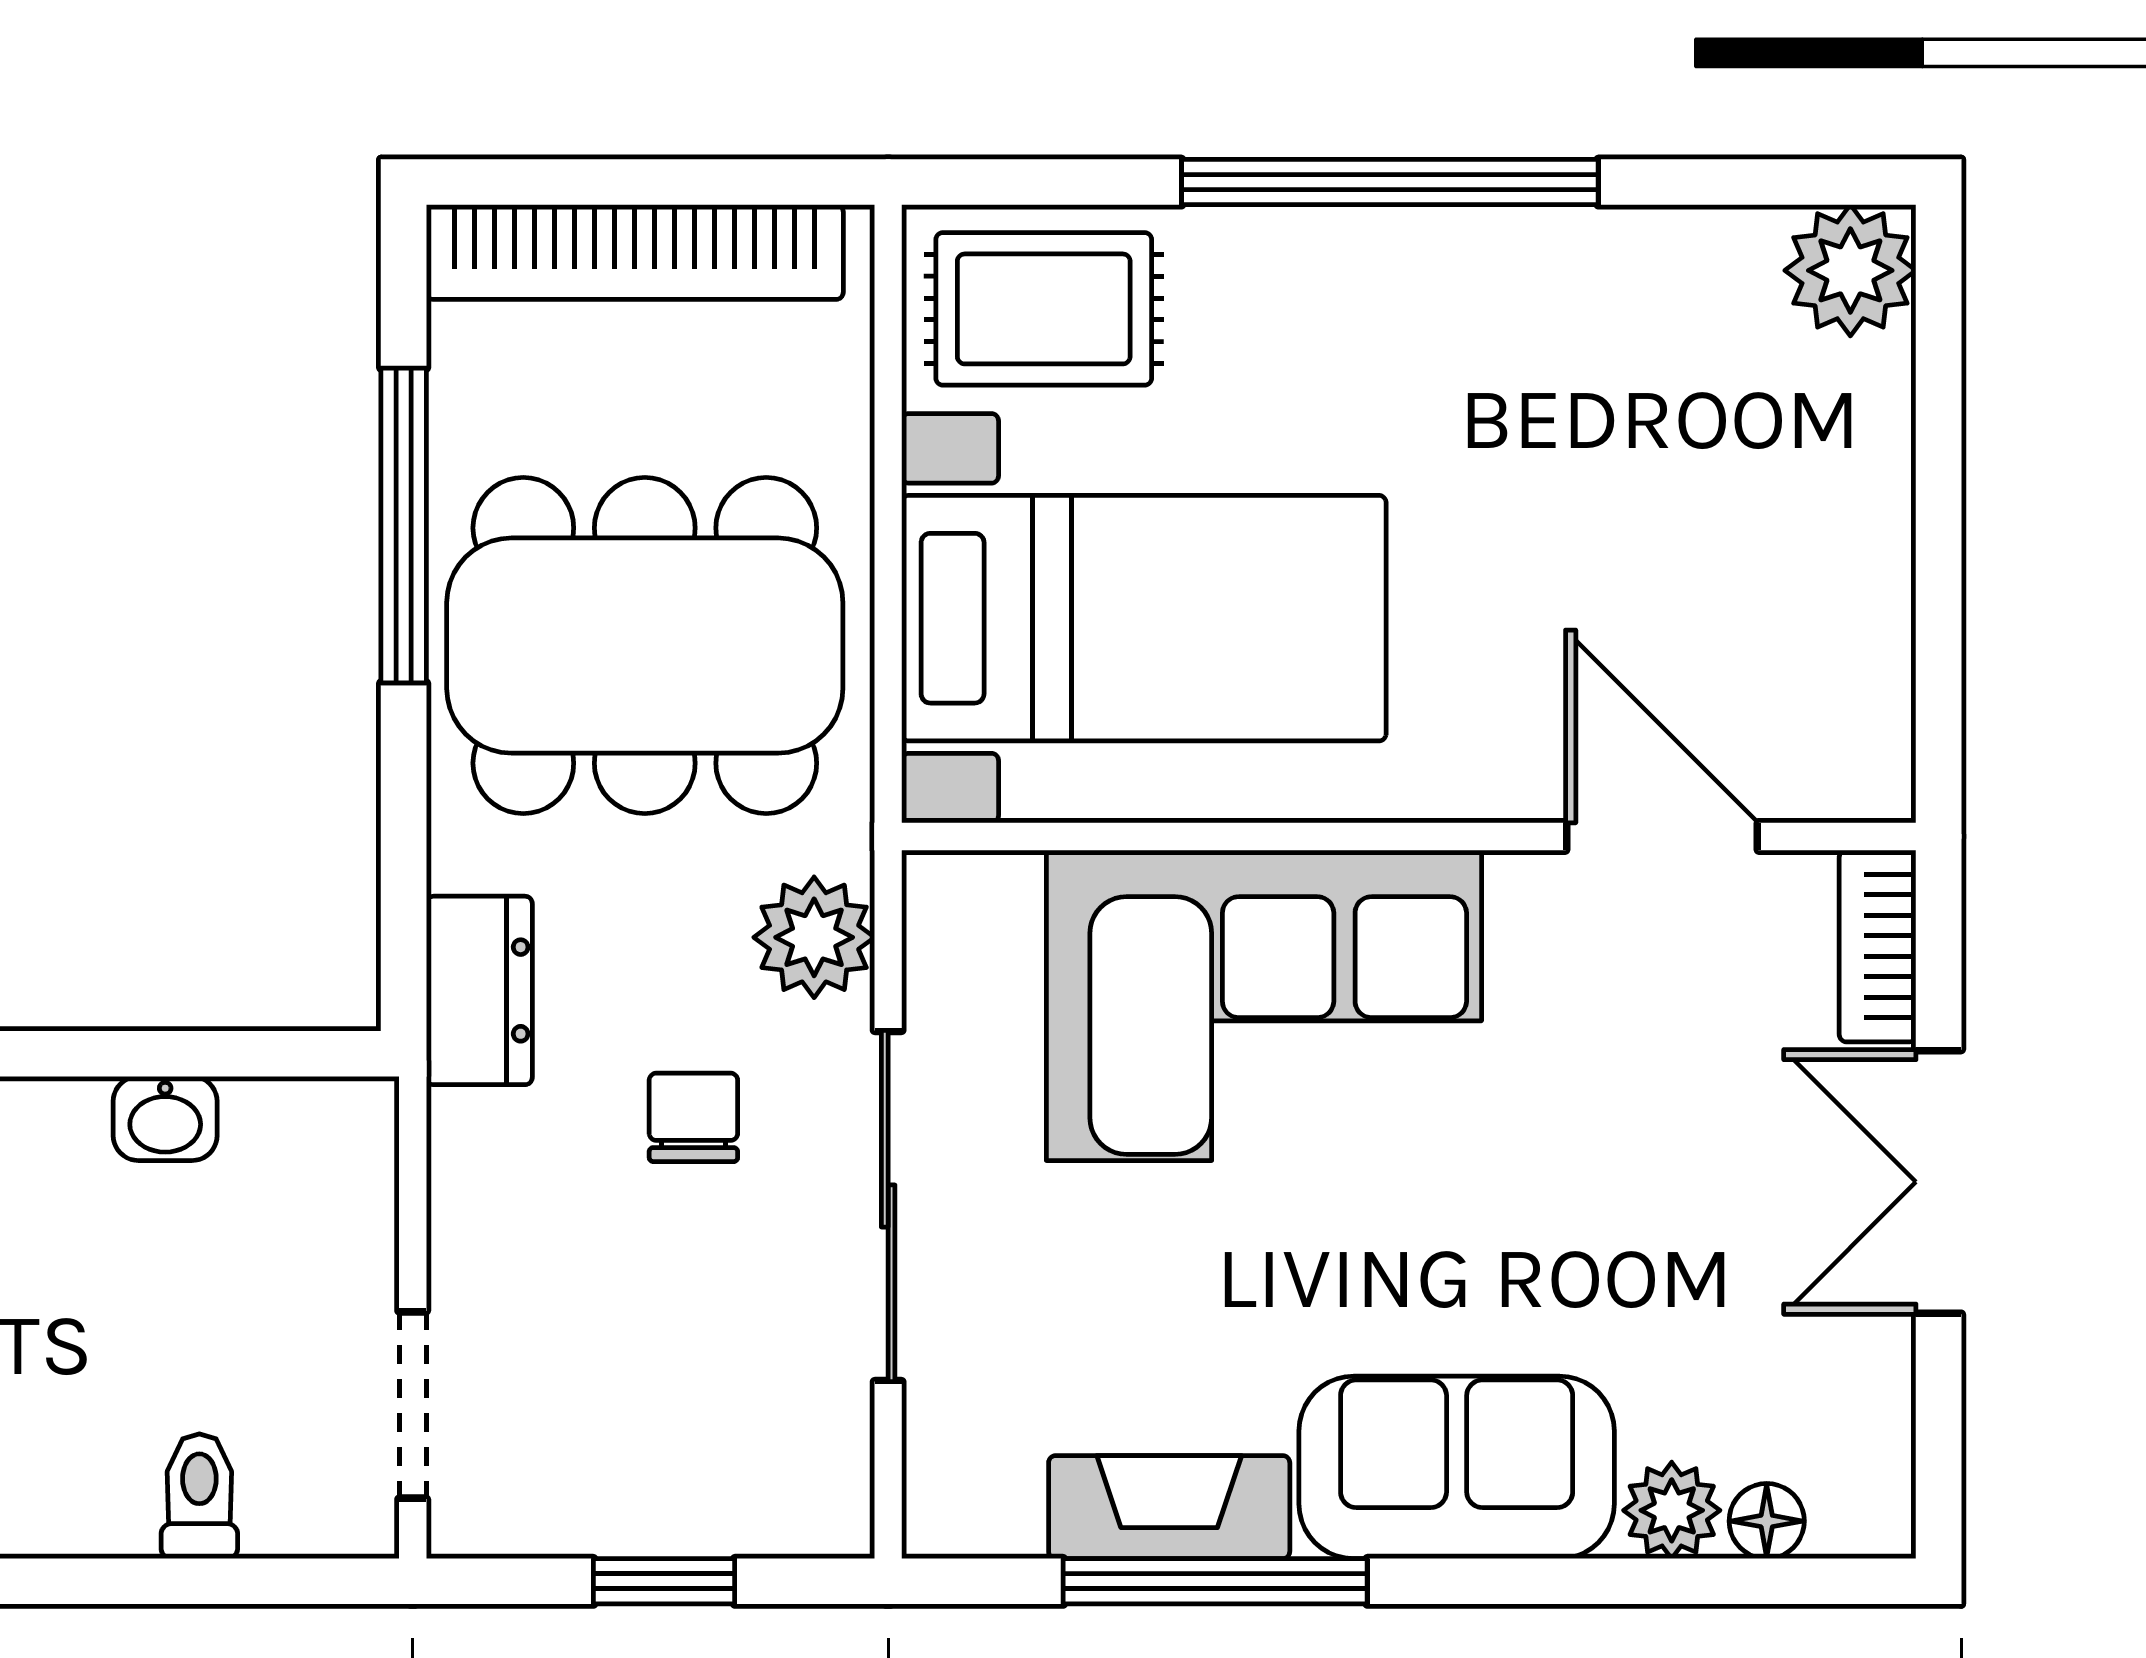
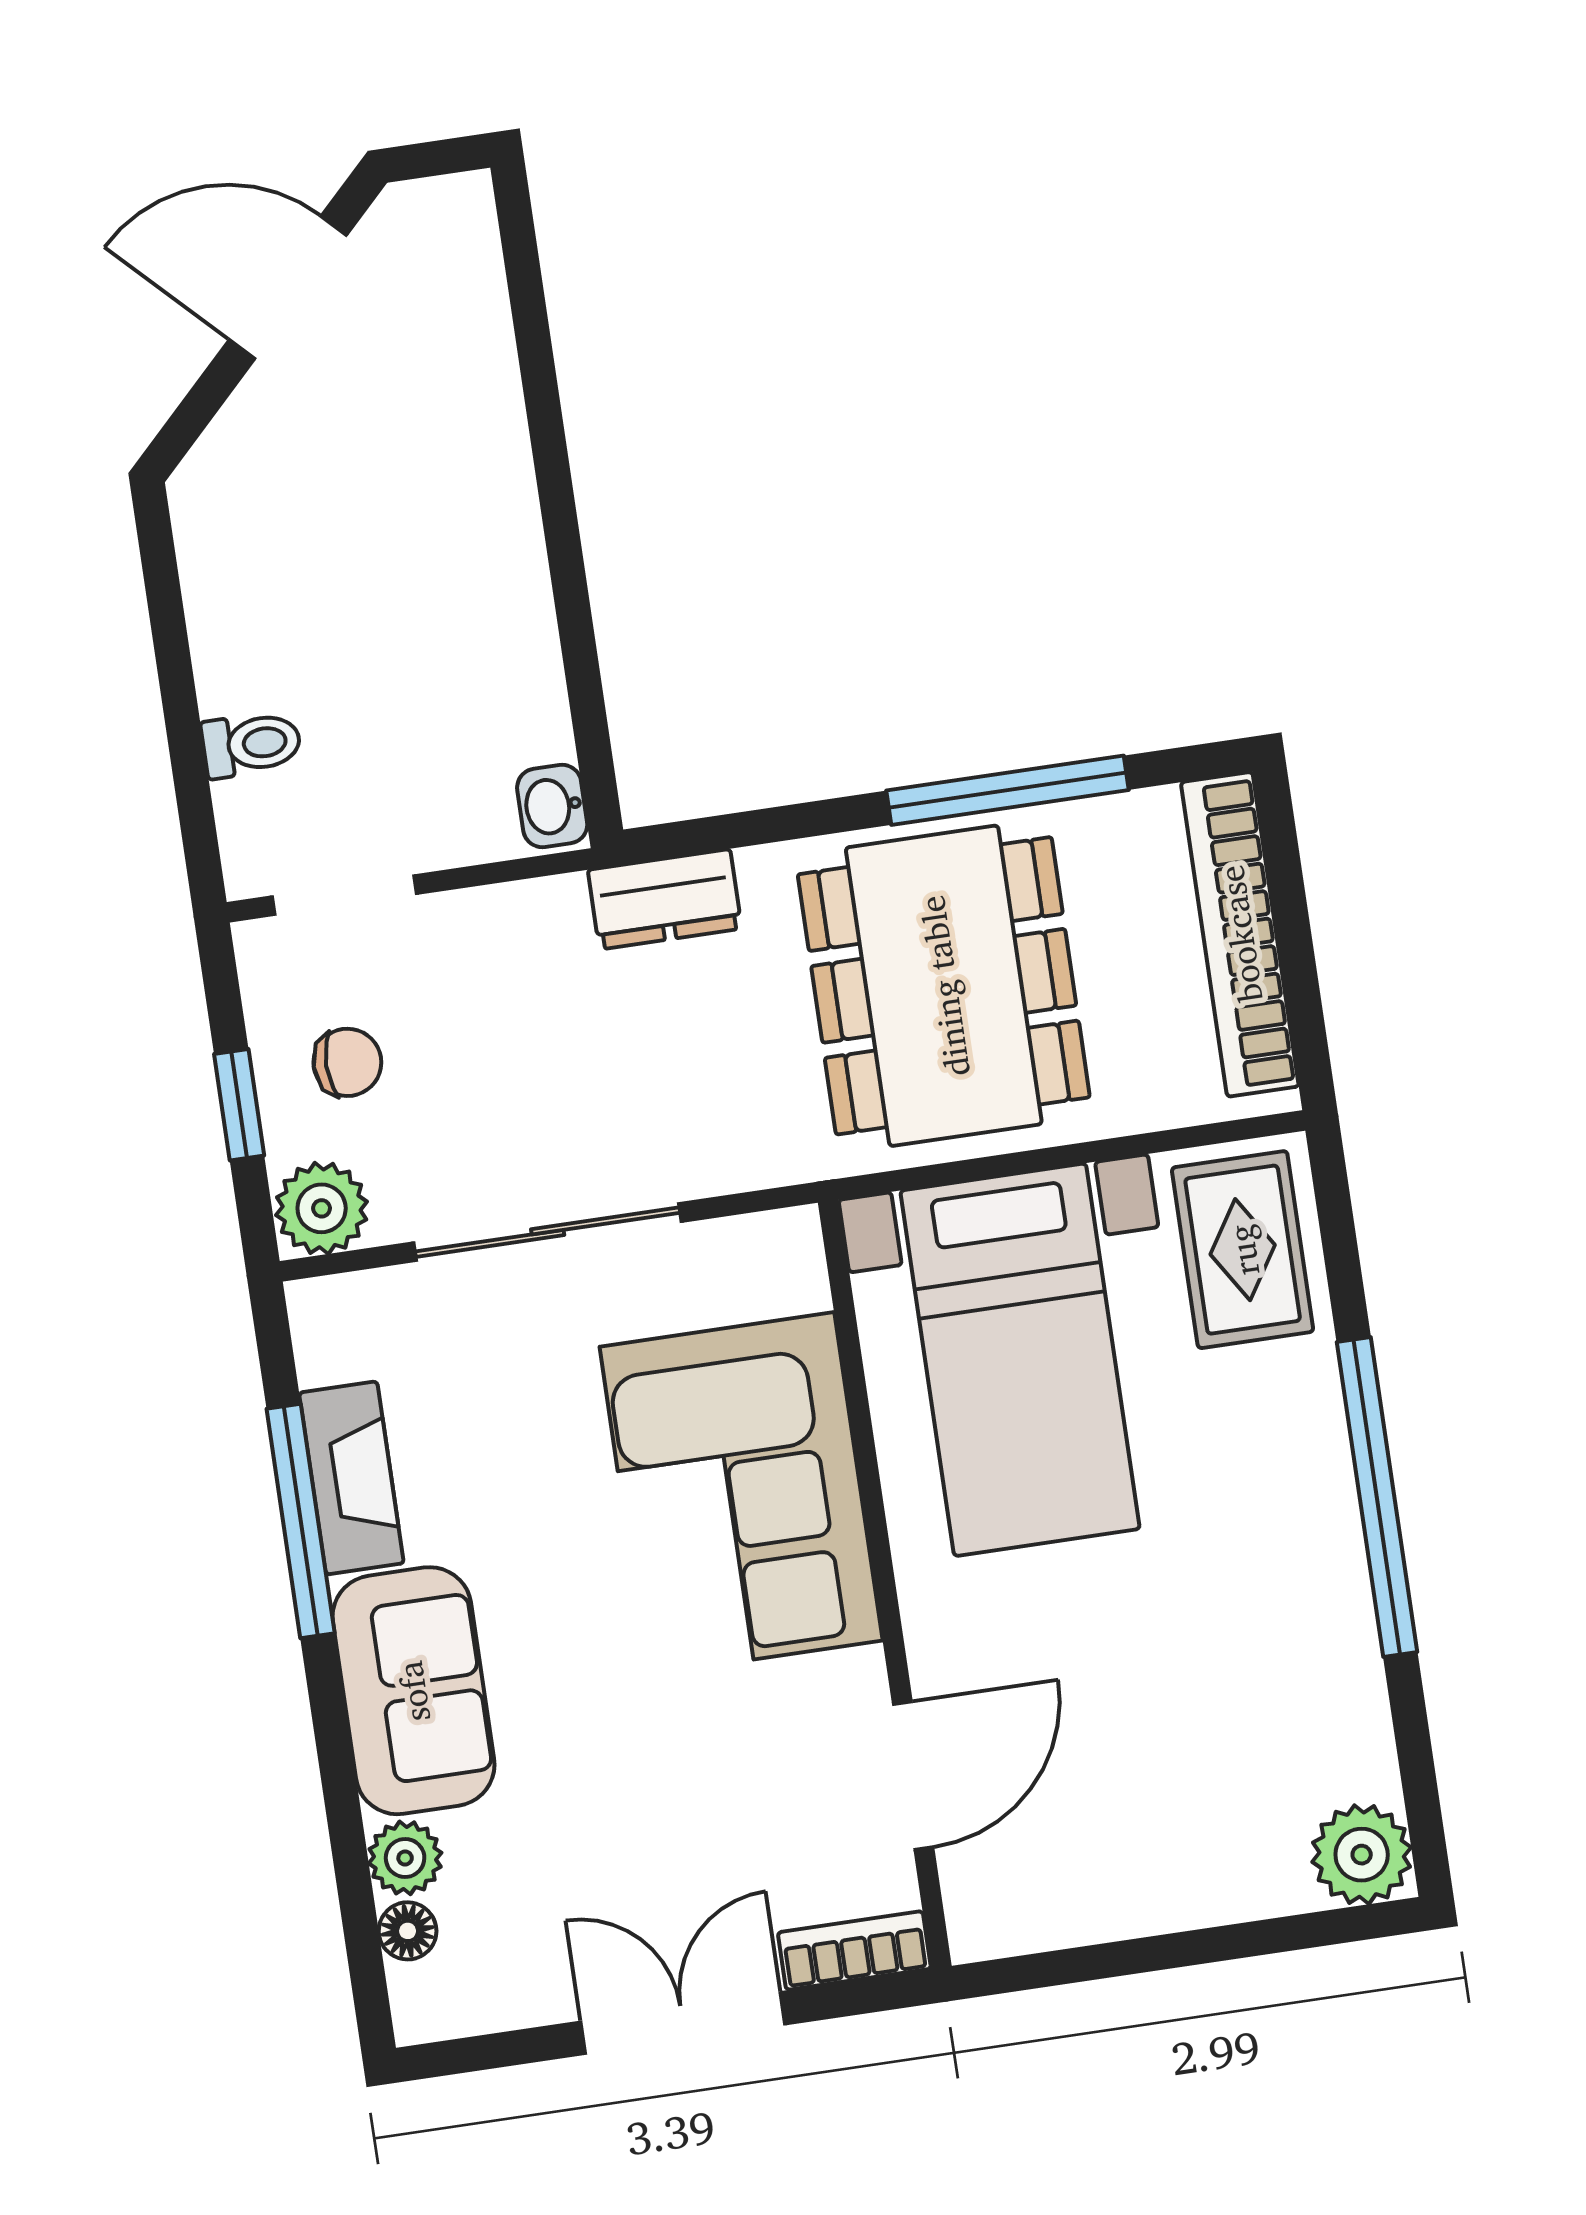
plant: (814, 937) -> (322, 1208), moved
chair: (693, 1117) -> (347, 1062), moved
washbasin: (165, 1118) -> (552, 806), moved

